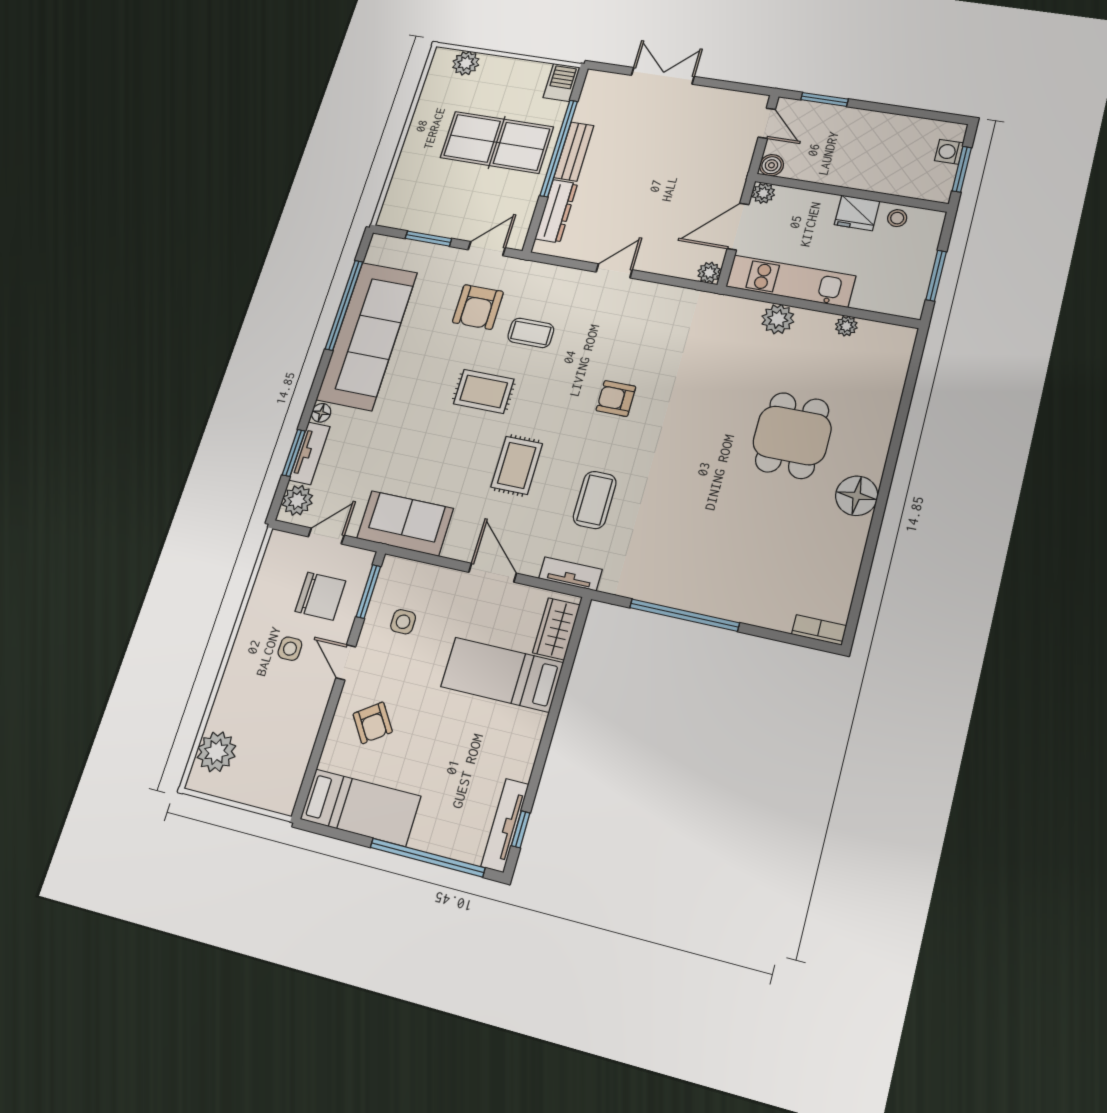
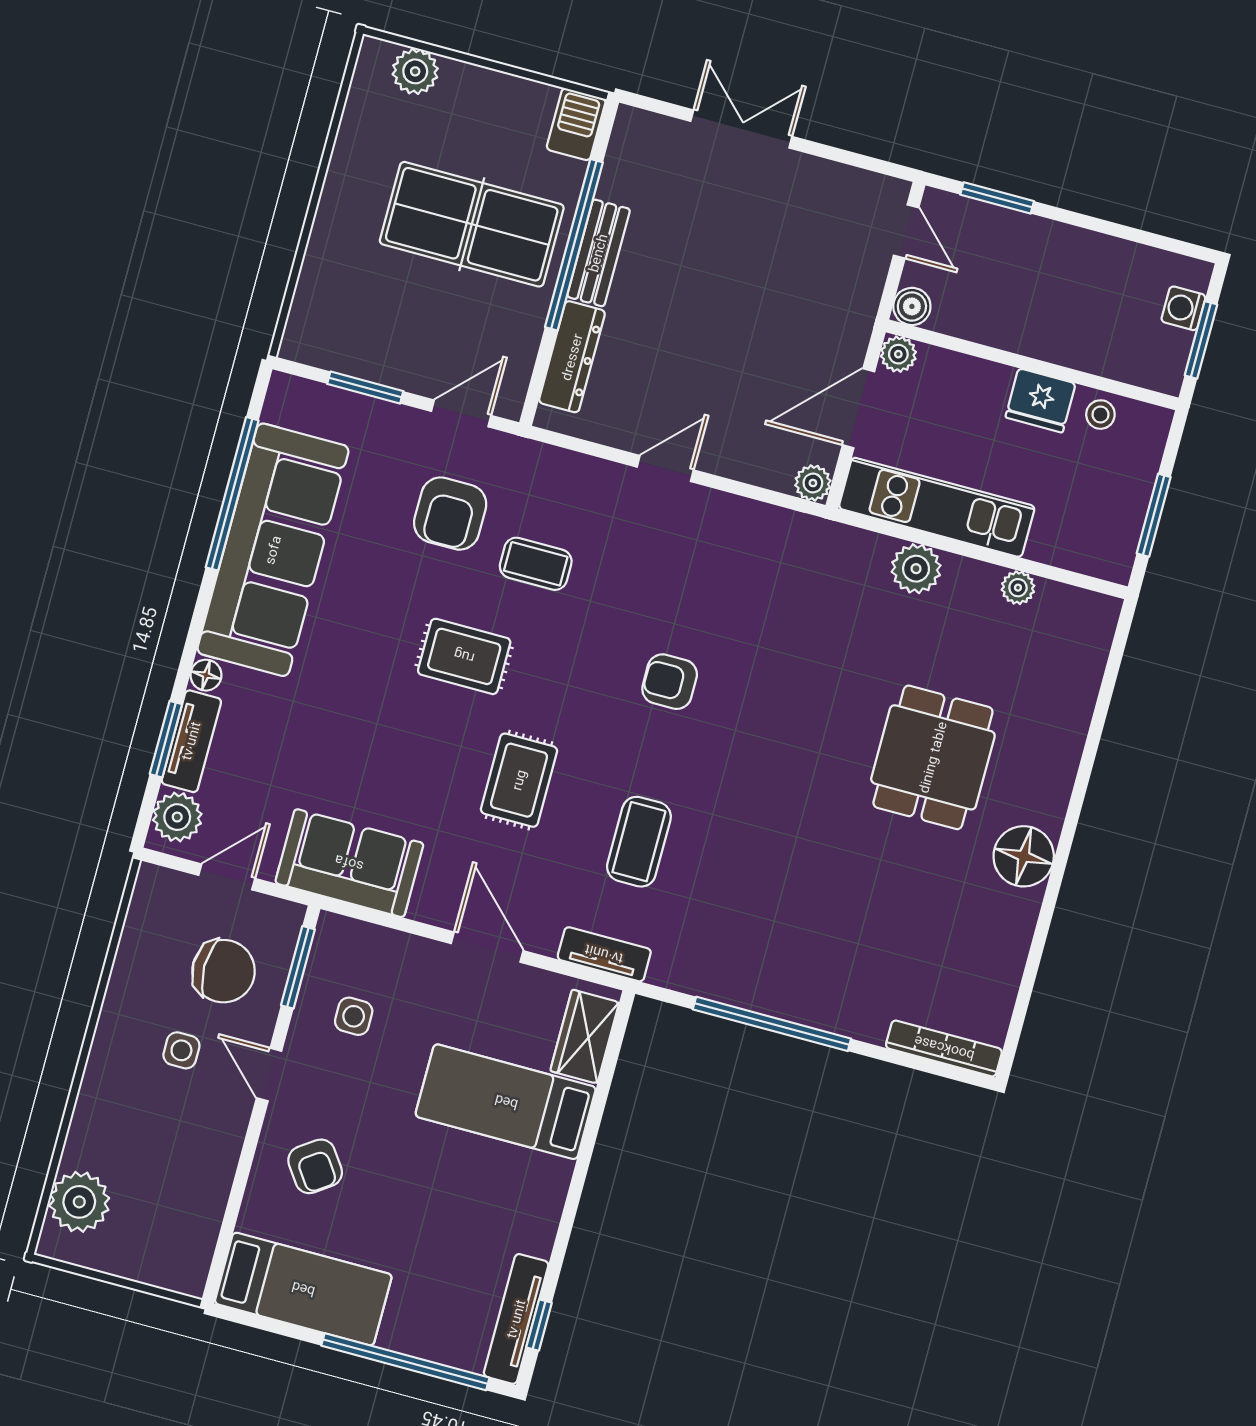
bookcase: (819, 630) -> (944, 1048), width x1.56

